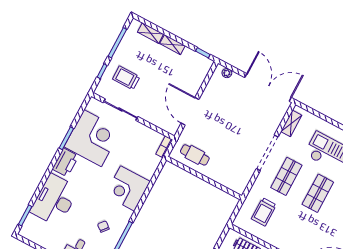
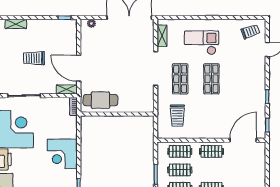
shelving: (172, 45) -> (67, 89), moved
trolley: (126, 78) -> (34, 58), moved
cafe table: (195, 155) -> (100, 100), width x1.37, depth x1.35

